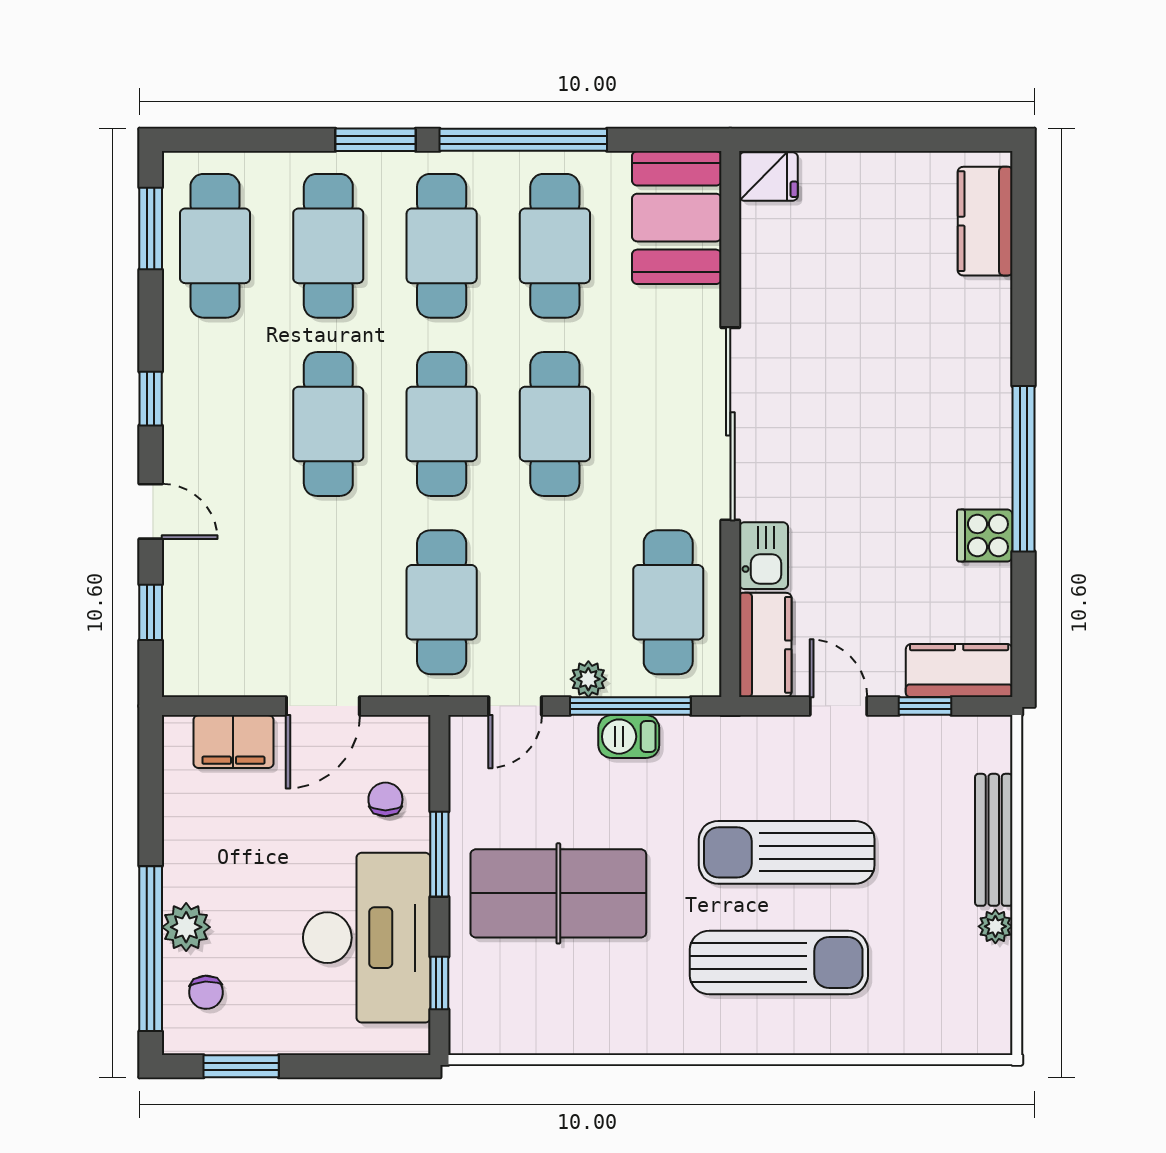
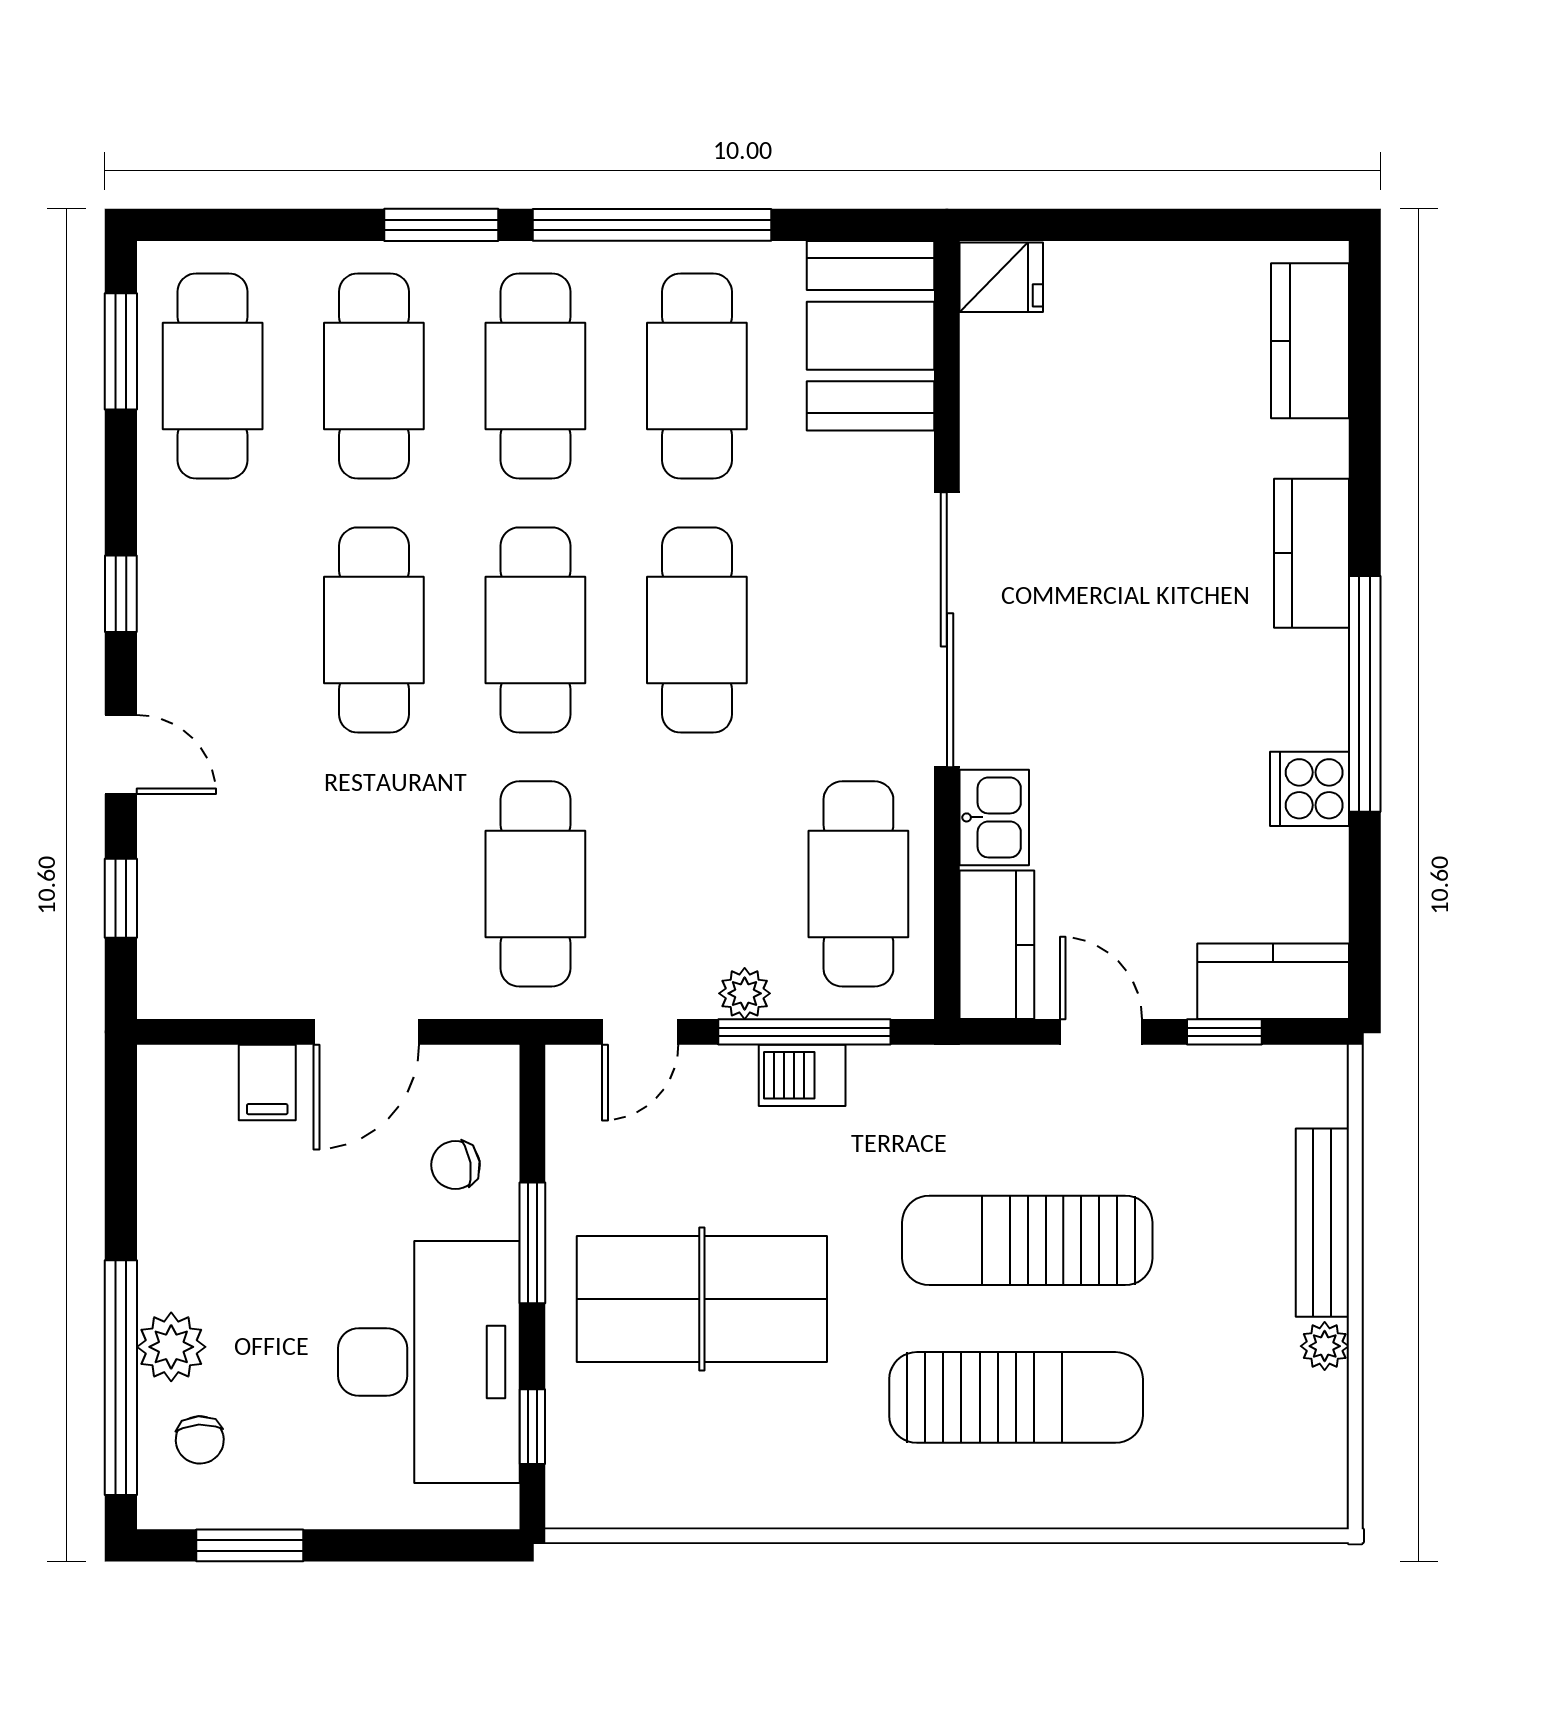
kitchen counter: (986, 370) -> (1311, 553), added
filing cabinet: (233, 742) -> (267, 1083), width x0.50
chair: (385, 799) -> (455, 1165), turned -99

